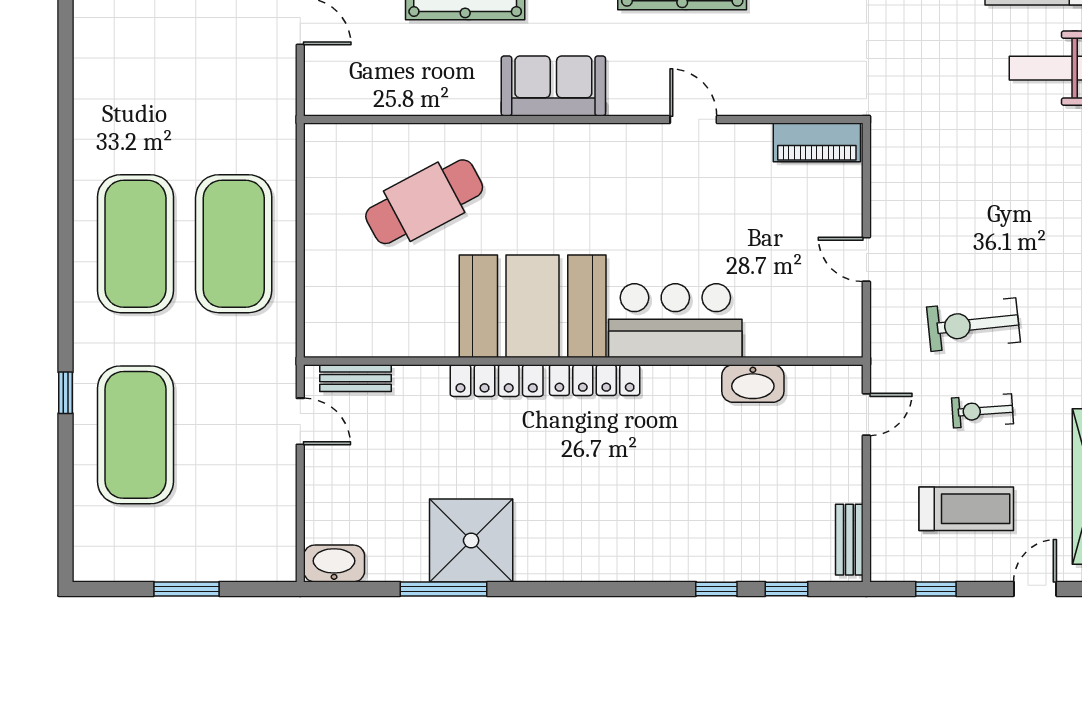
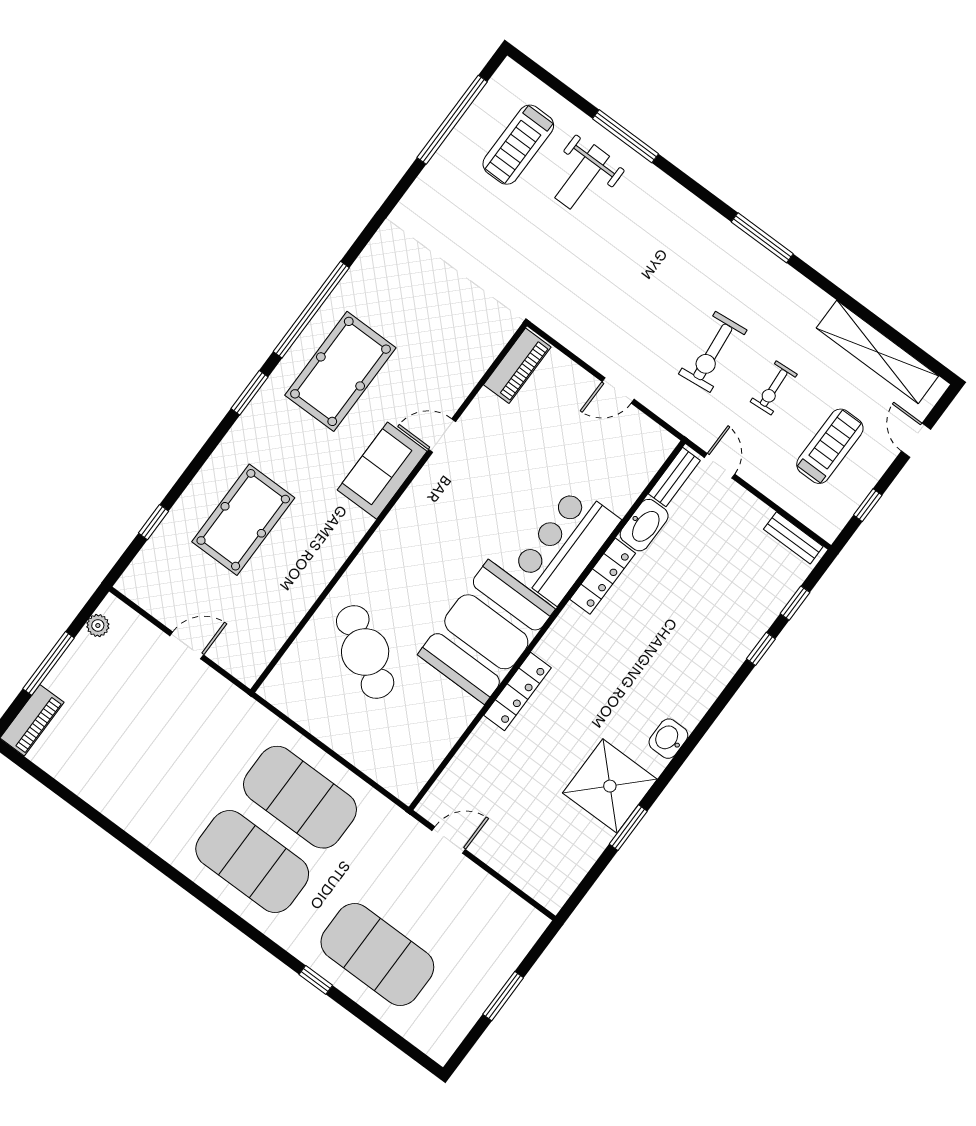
sofa: (553, 86) -> (382, 471), moved
cafe table: (424, 202) -> (365, 652), turned -30
bench: (356, 378) -> (674, 477), moved
locker: (595, 380) -> (603, 576), moved
washbasin: (334, 563) -> (668, 739), moved, width x0.72
window: (444, 589) -> (628, 828), width x0.69

